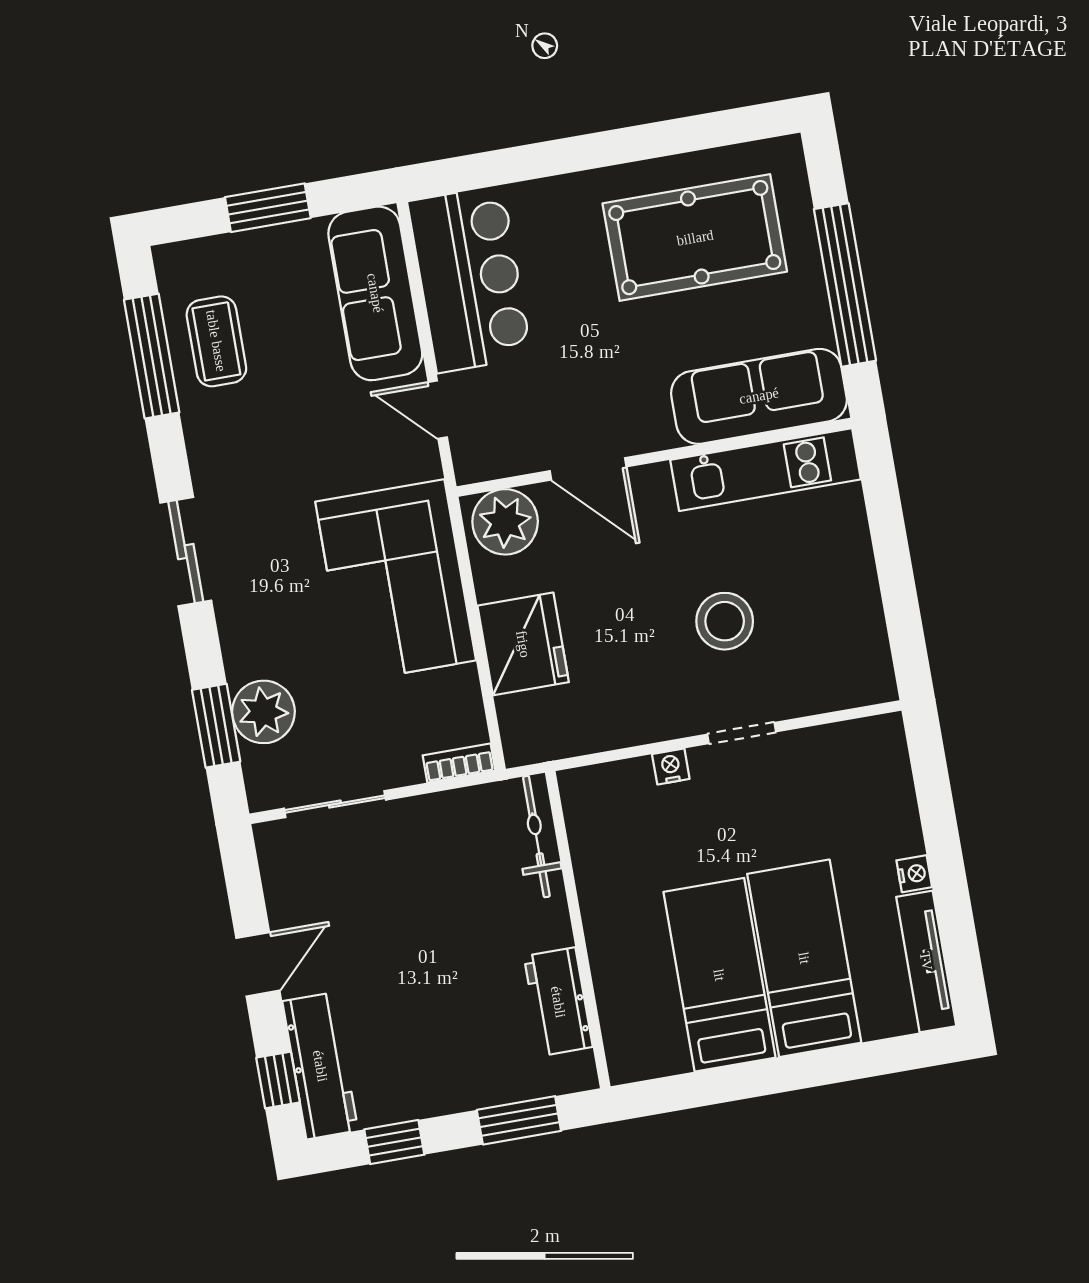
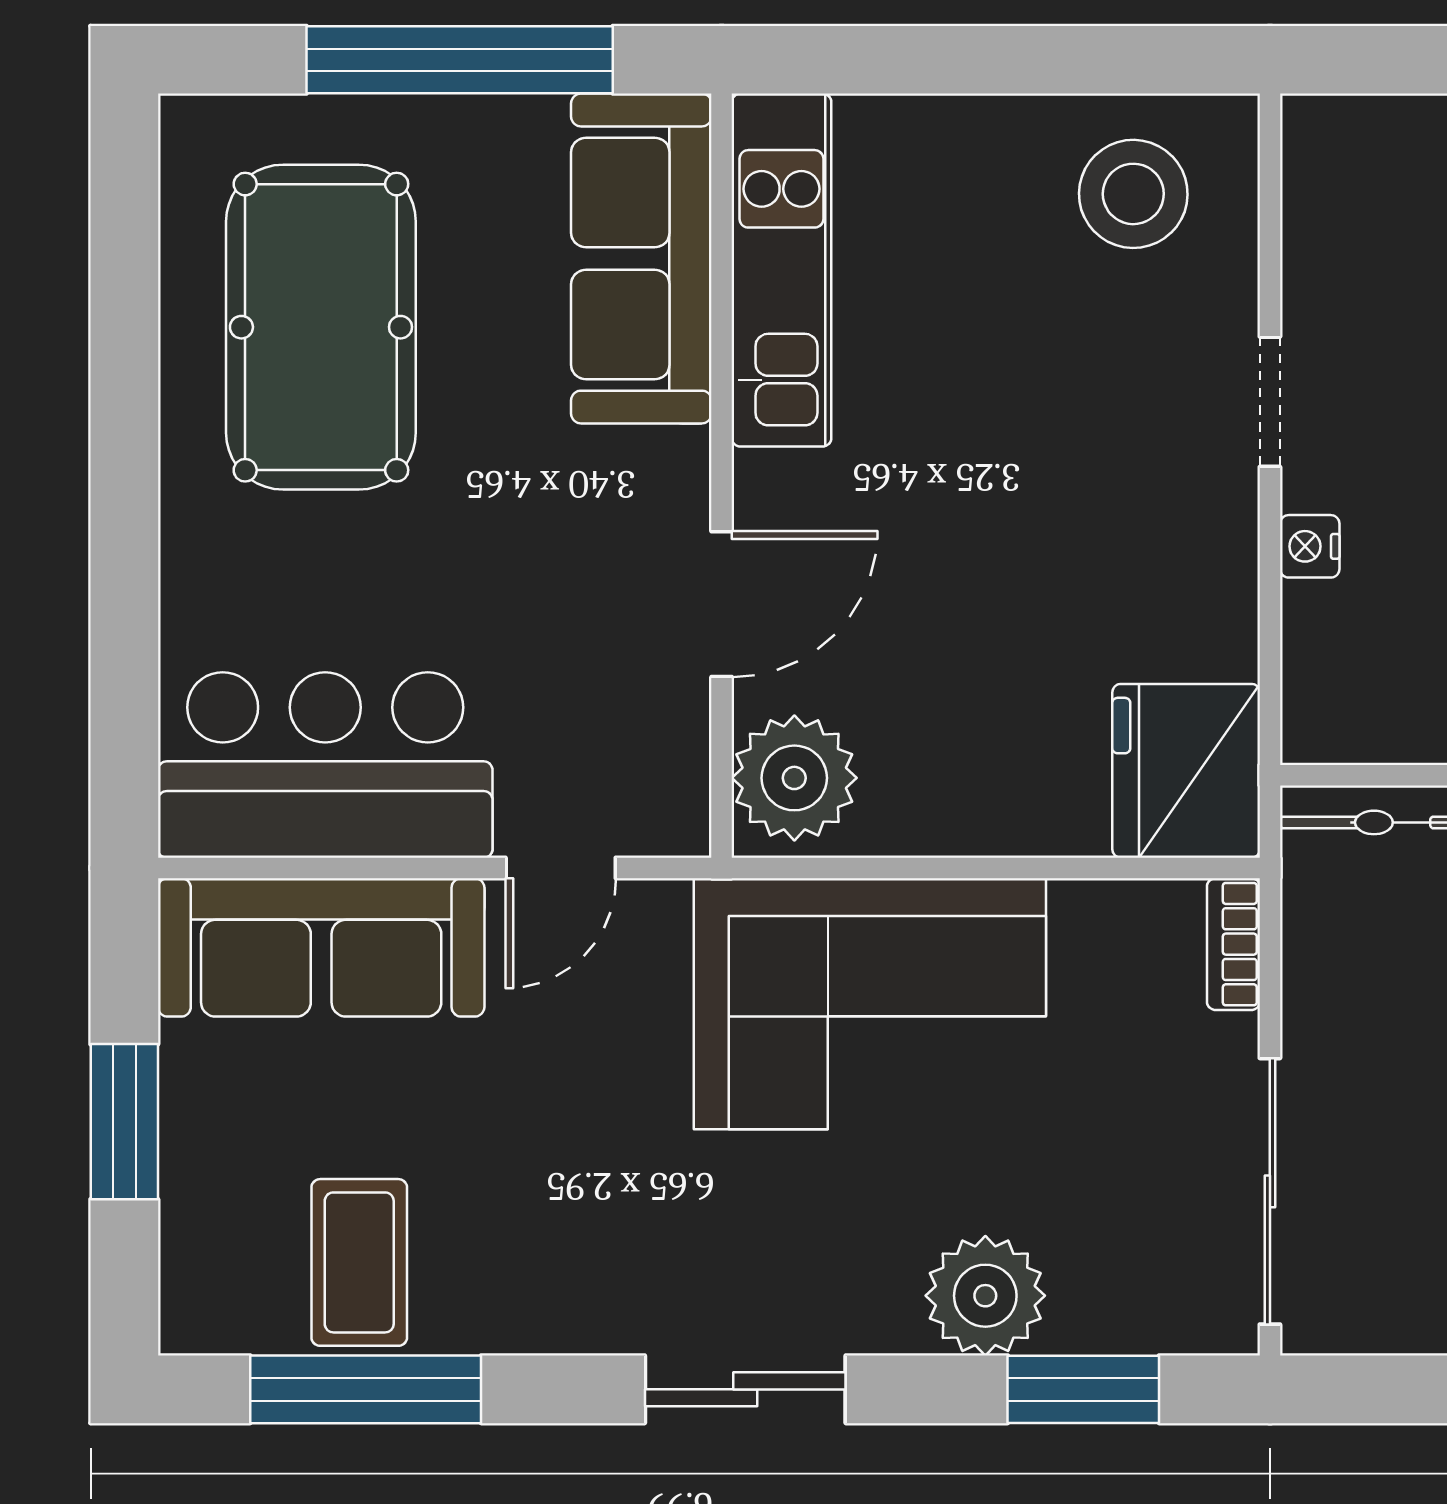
coffee table: (216, 341) -> (359, 1262), turned 90
stool: (725, 621) -> (1133, 194), moved
fridge: (523, 644) -> (1186, 771), moved, turned -90
plant: (263, 712) -> (985, 1296), moved
sliding door: (335, 804) -> (1270, 1191), width x1.37

